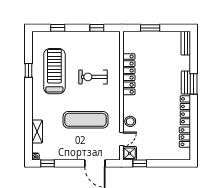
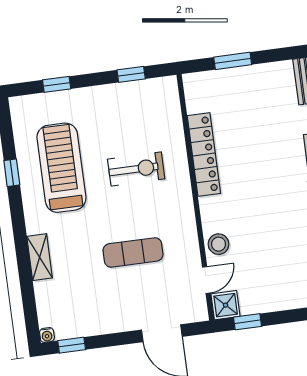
exercise bike: (93, 77) -> (136, 169), turned 180
exercise mat: (86, 120) -> (133, 252), width x0.73, depth x0.69
shelving: (37, 132) -> (40, 257), moved

